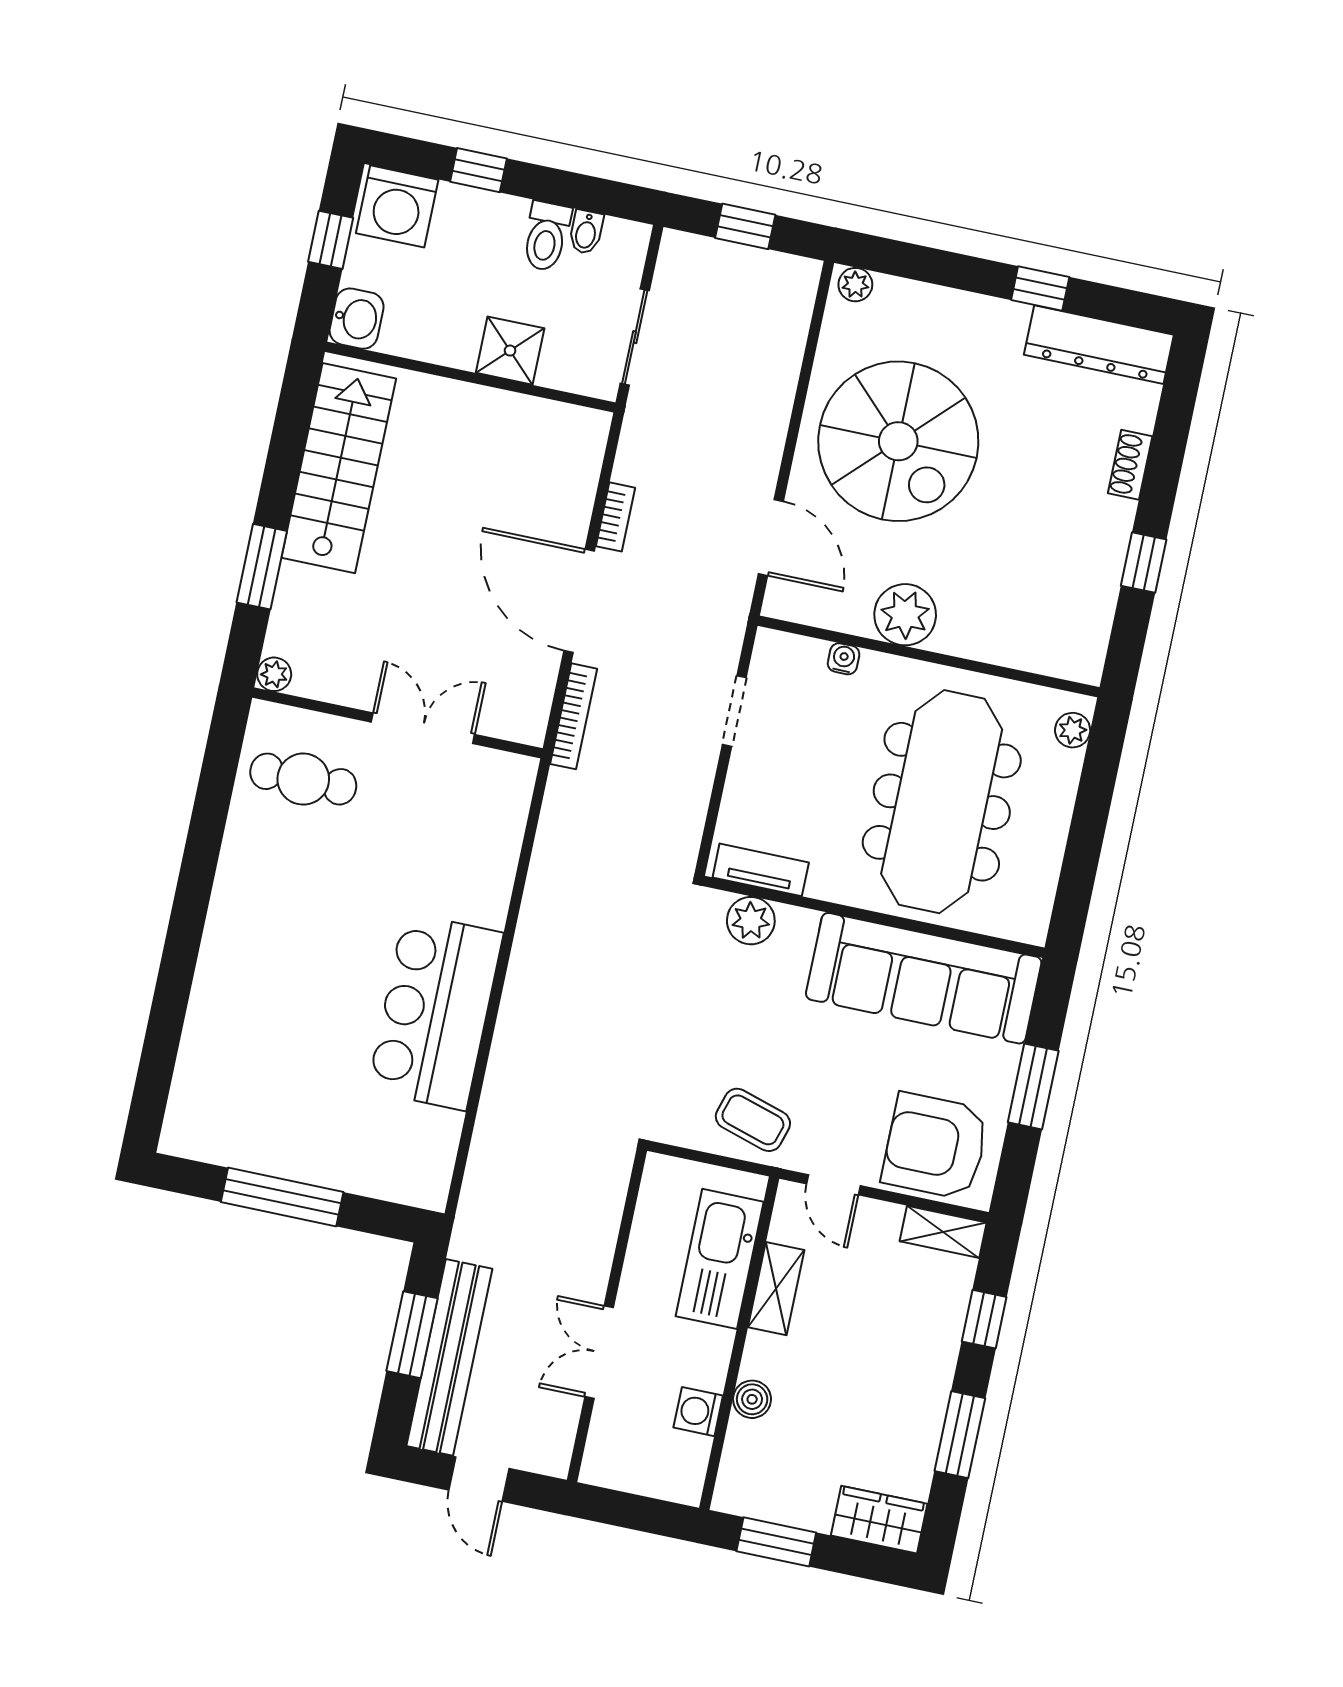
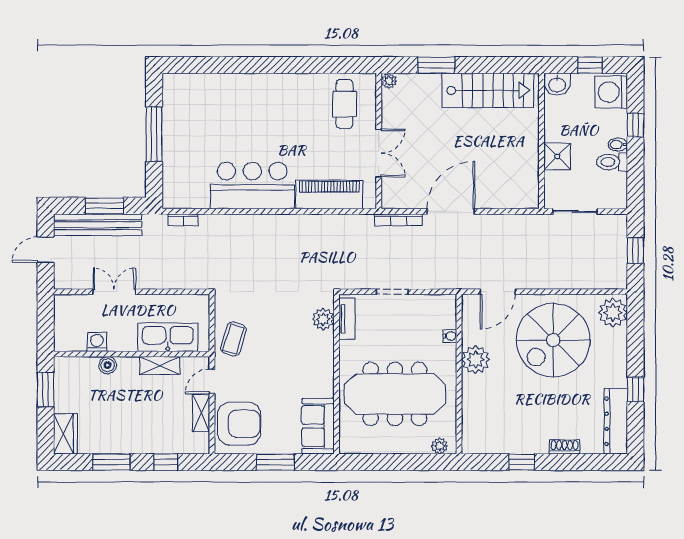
bidet: (586, 232) -> (618, 145), moved
plant: (855, 285) -> (613, 313), width x1.87, depth x1.87
bookcase: (616, 517) -> (183, 220), moved
doorway: (734, 711) -> (392, 292), moved
piano: (489, 852) -> (329, 194), added
sofa: (924, 978) -> (318, 426), width x0.54, depth x0.79
armchair: (935, 1146) -> (239, 424), turned 90
shelving: (943, 1232) -> (201, 413), moved

